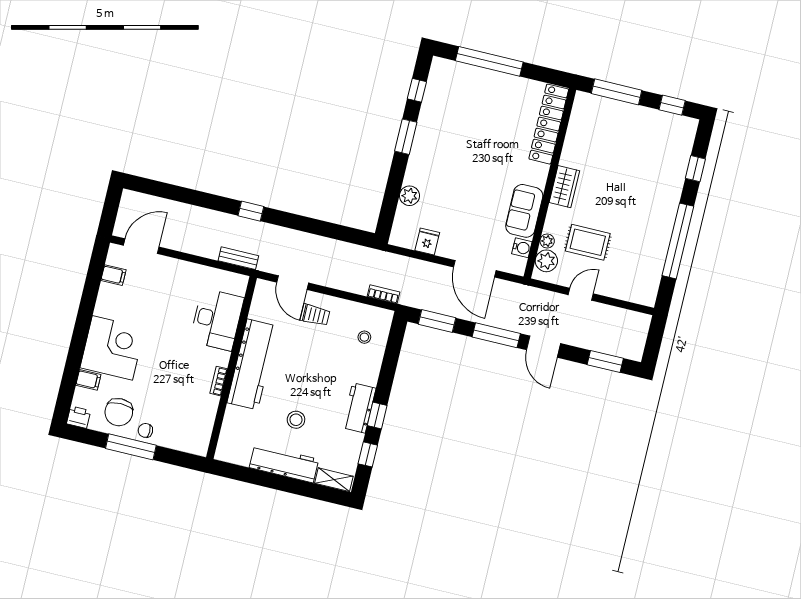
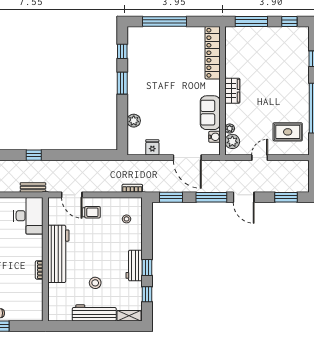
rug: (588, 242) -> (288, 132), moved
desk: (217, 319) -> (28, 216), moved

